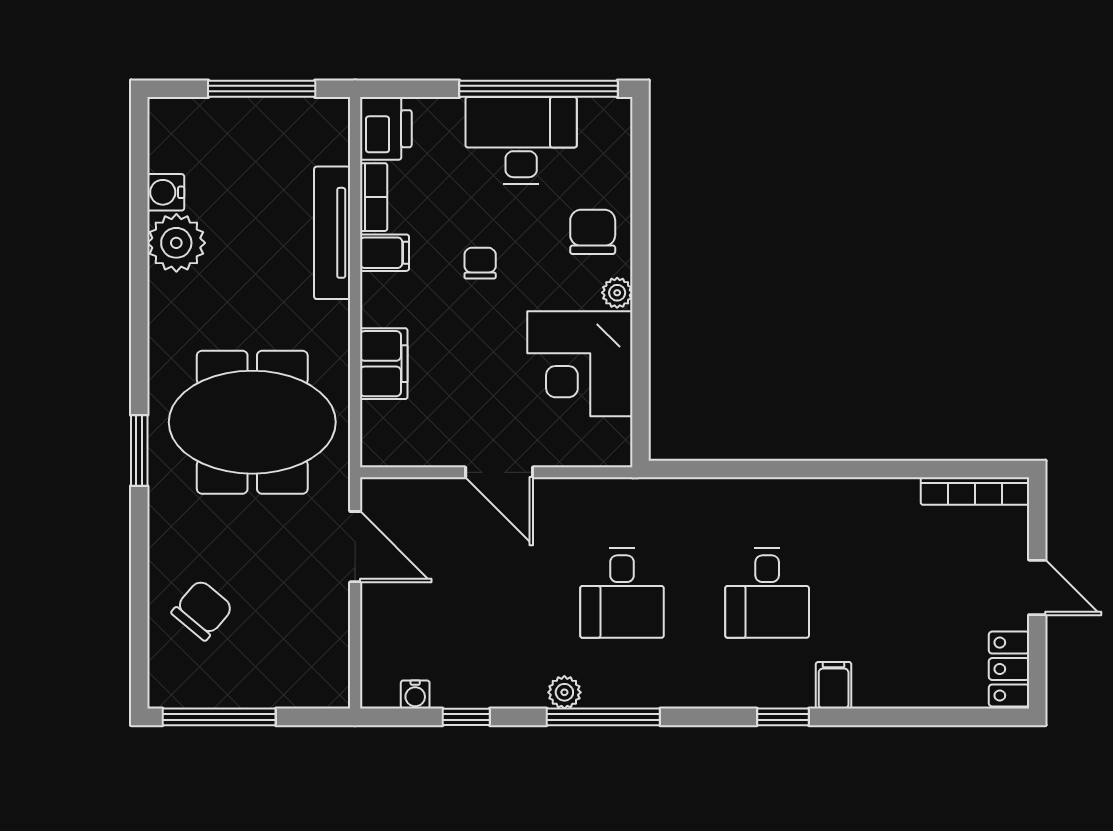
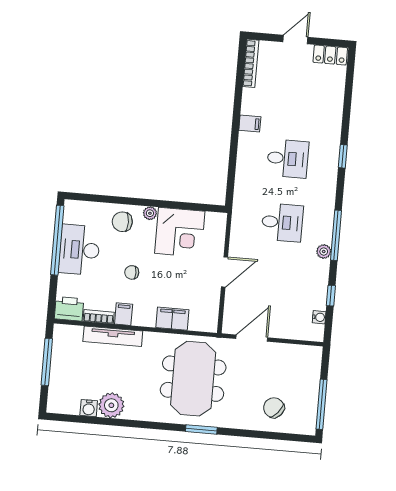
filing cabinet: (834, 685) -> (250, 124), moved, turned 180

